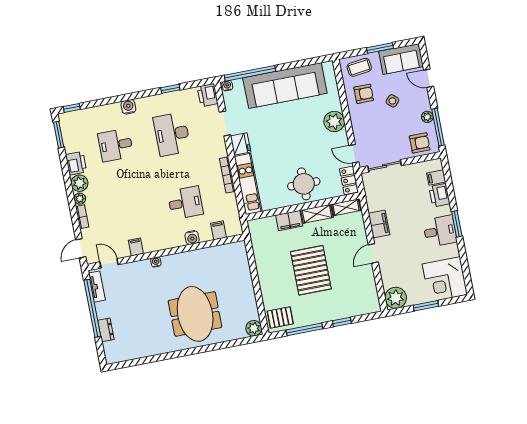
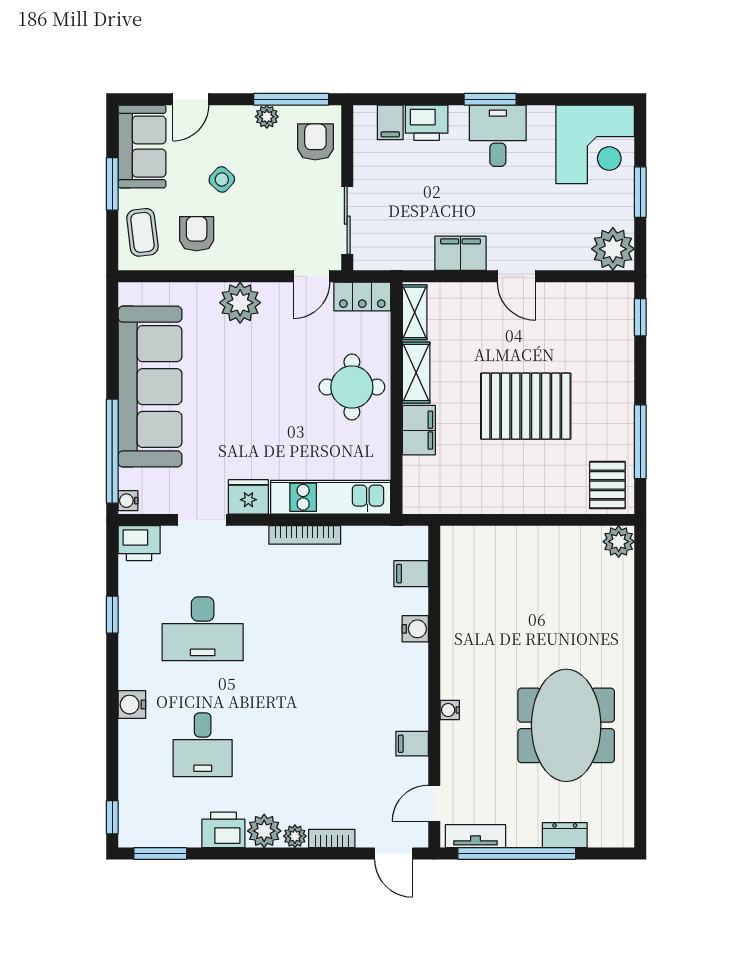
desk: (185, 203) -> (344, 629), removed
meeting table: (195, 314) -> (566, 725), moved, turned 90
window: (342, 322) -> (640, 317), moved

